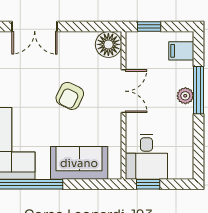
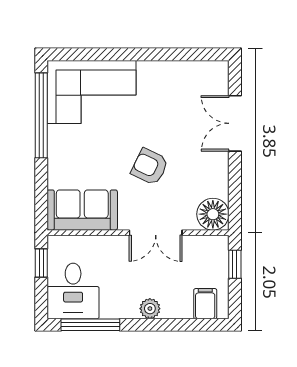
window: (198, 90) -> (90, 325), moved
desk: (146, 157) -> (73, 291), moved, turned -90
sofa: (79, 163) -> (82, 210), moved, turned -90

